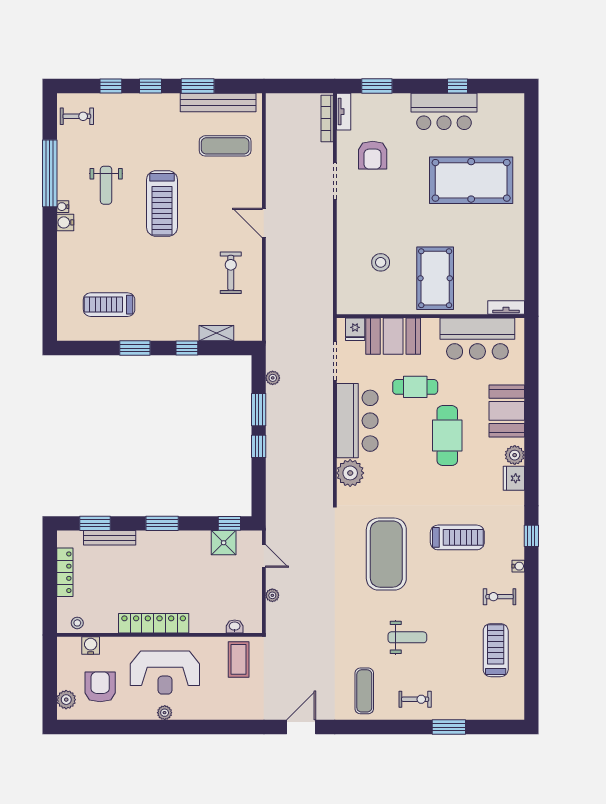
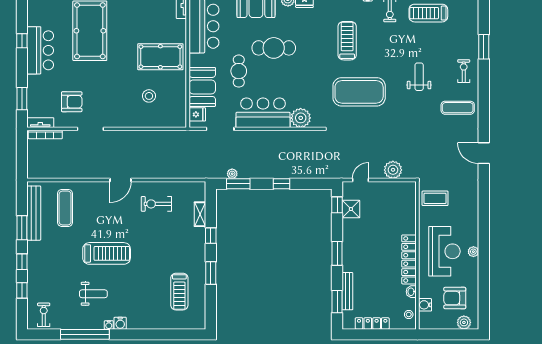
window: (259, 410) -> (238, 184), moved
plant: (272, 595) -> (393, 170), width x1.88, depth x1.88
washbasin: (235, 626) -> (411, 292), moved

